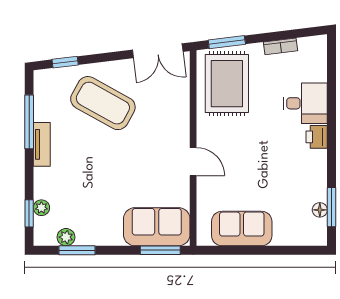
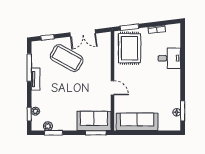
double door: (158, 51) -> (83, 33), moved
printer: (317, 137) -> (175, 75), removed
sofa: (242, 229) -> (137, 122), width x1.36

